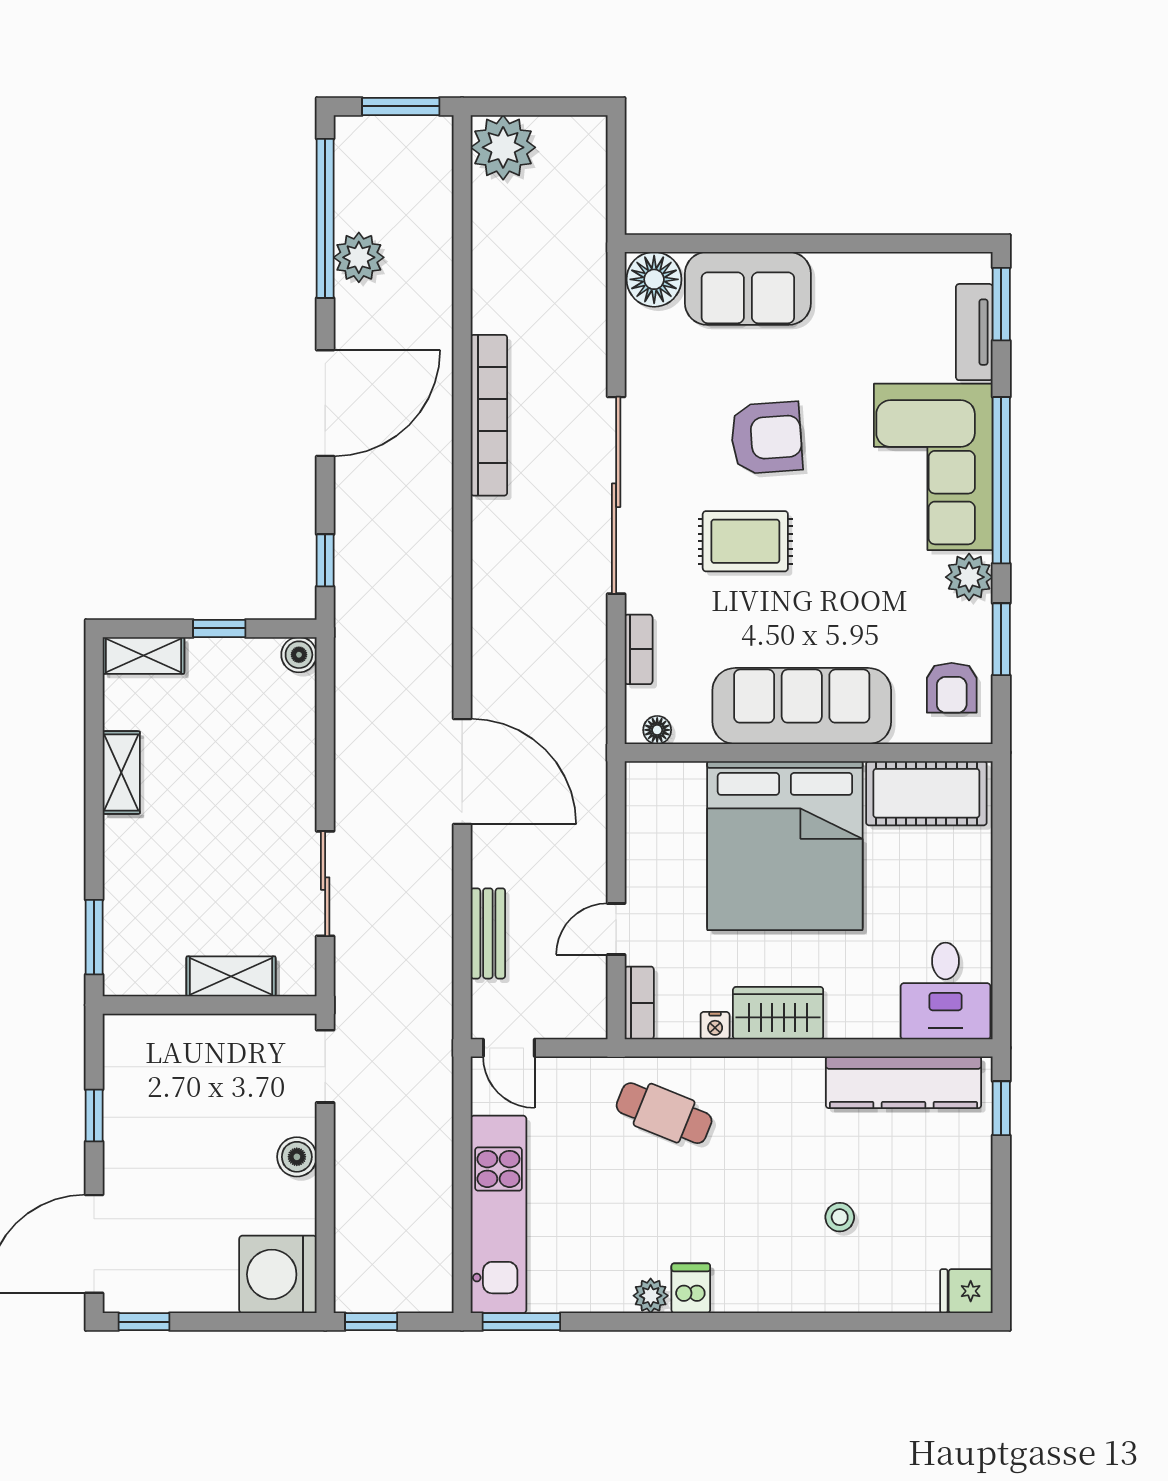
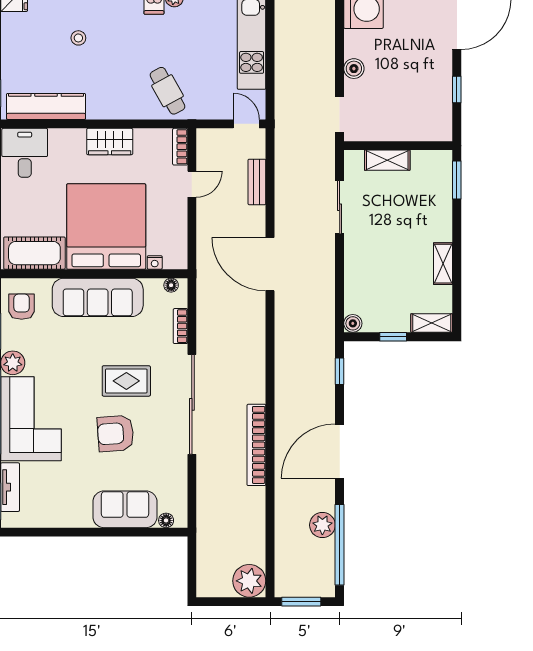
floor lamp: (654, 279) -> (166, 520), width x0.53, depth x0.53
nightstand: (715, 1026) -> (155, 262), moved, turned 180
cafe table: (664, 1113) -> (168, 91), turned 39

